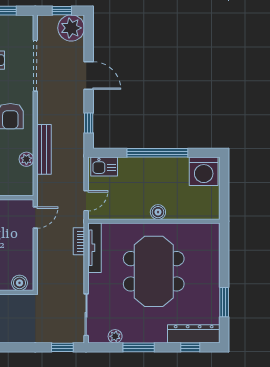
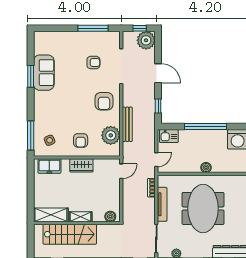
plant: (26, 159) -> (111, 135), width x1.88, depth x1.88
tv unit: (94, 248) -> (162, 204), moved

